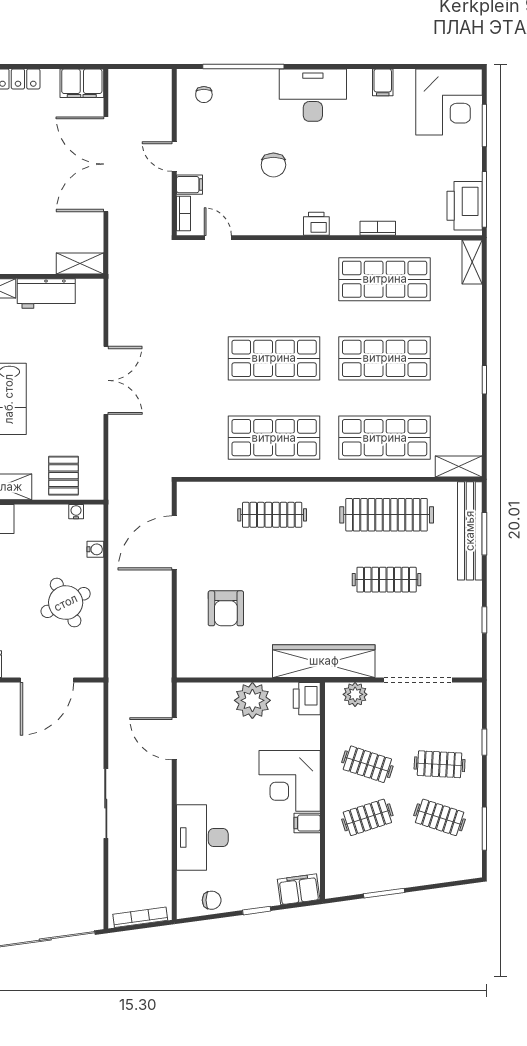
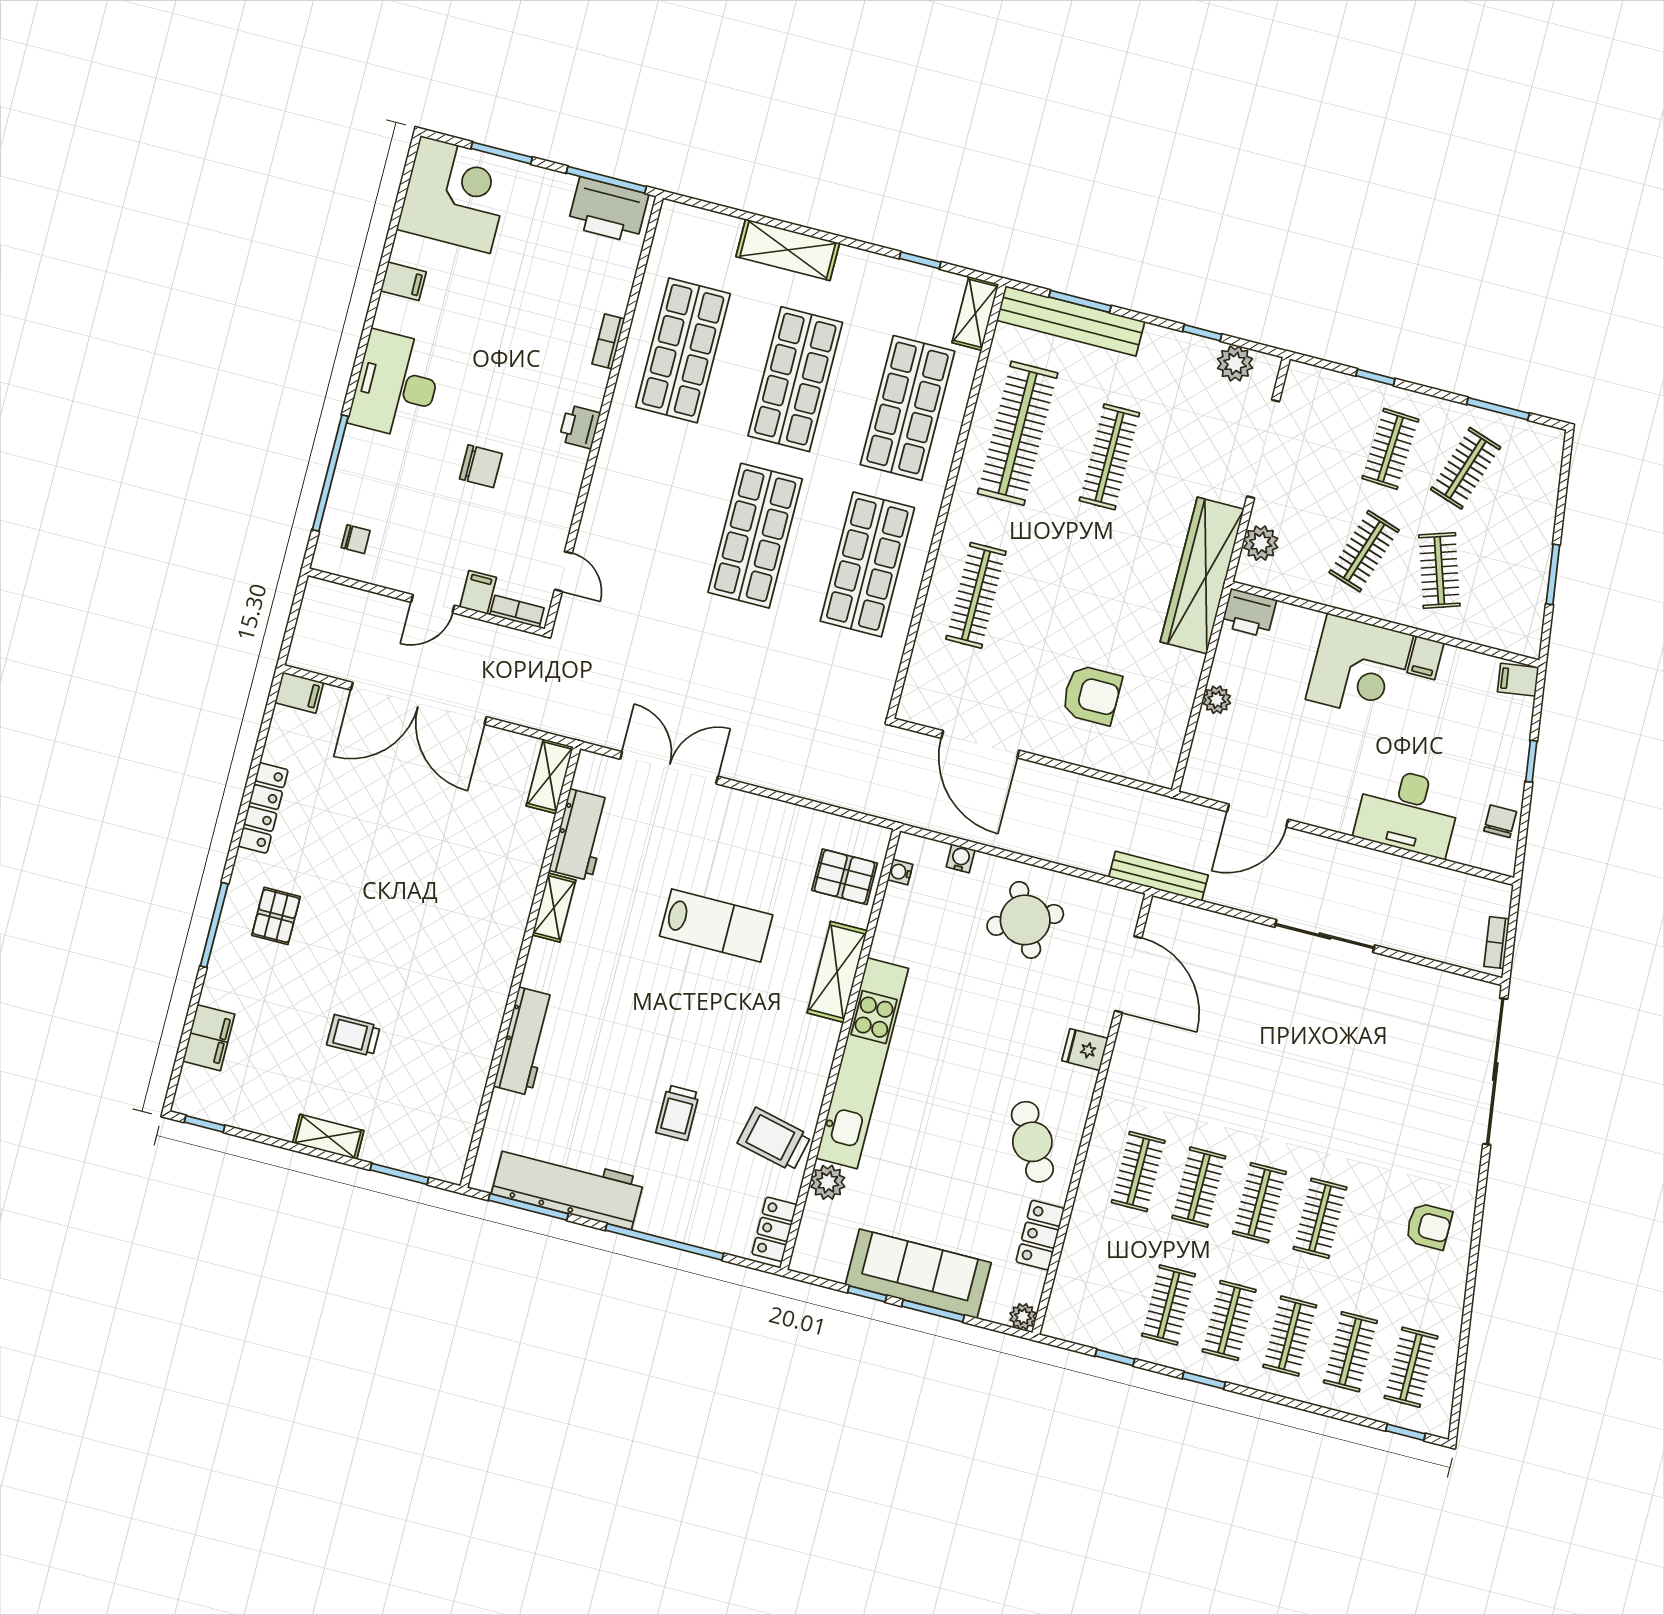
filing cabinet: (82, 83) -> (299, 693), width x0.50
door: (218, 238) -> (563, 571), swing flipped
shelving: (472, 262) -> (788, 250), moved, width x1.50, depth x1.33
double door: (106, 380) -> (669, 768), moved
window: (484, 380) -> (920, 260), moved
plant: (470, 647) -> (1235, 363), added
bench: (117, 683) -> (1159, 876), added
plant: (252, 700) -> (1217, 700), width x0.53, depth x0.53
filing cabinet: (299, 889) -> (1518, 680), width x0.50
bookcase: (140, 917) -> (1497, 943), width x0.64

